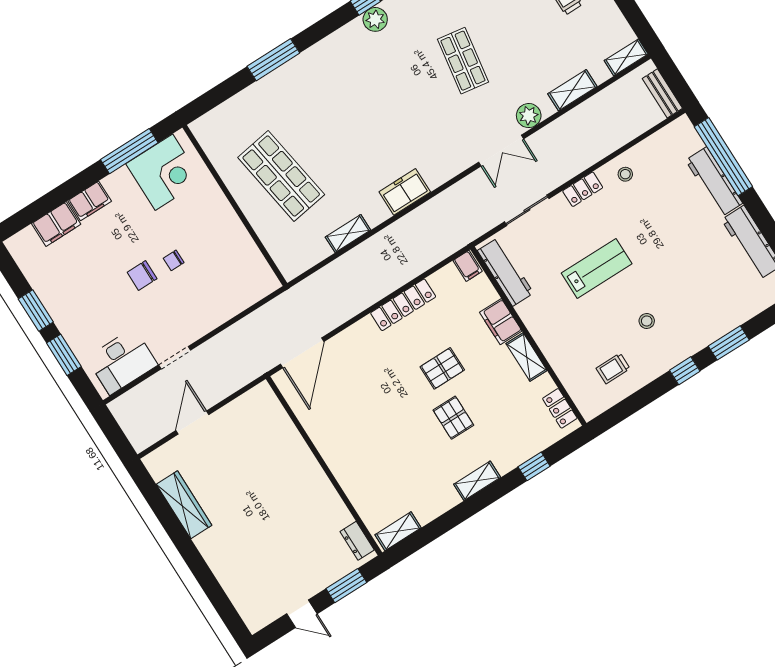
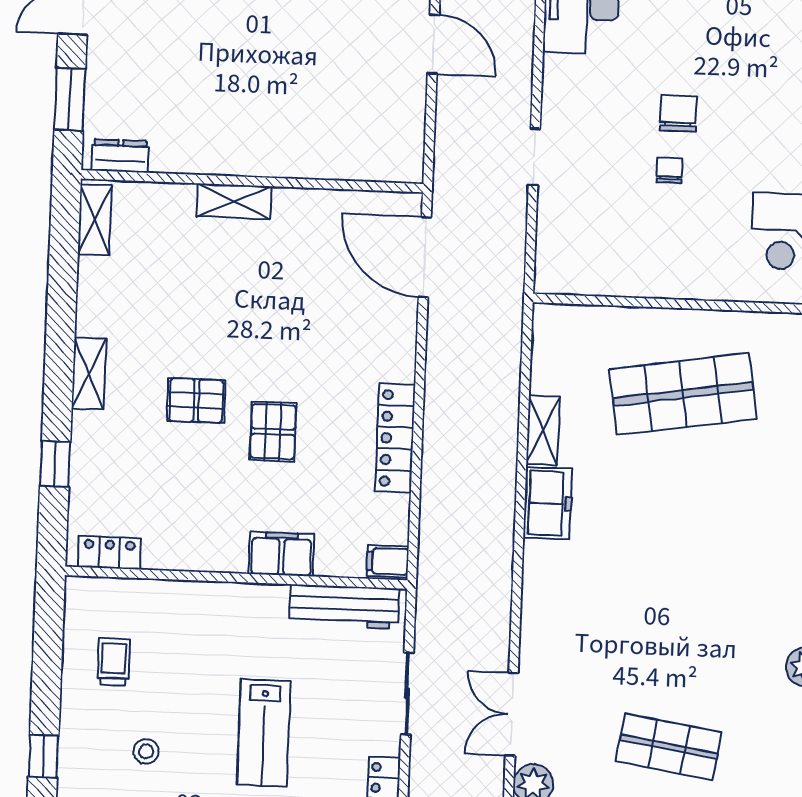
freezer: (405, 192) -> (548, 503), moved
shelving: (527, 357) -> (234, 201), moved
doorway: (175, 358) -> (534, 157), moved

